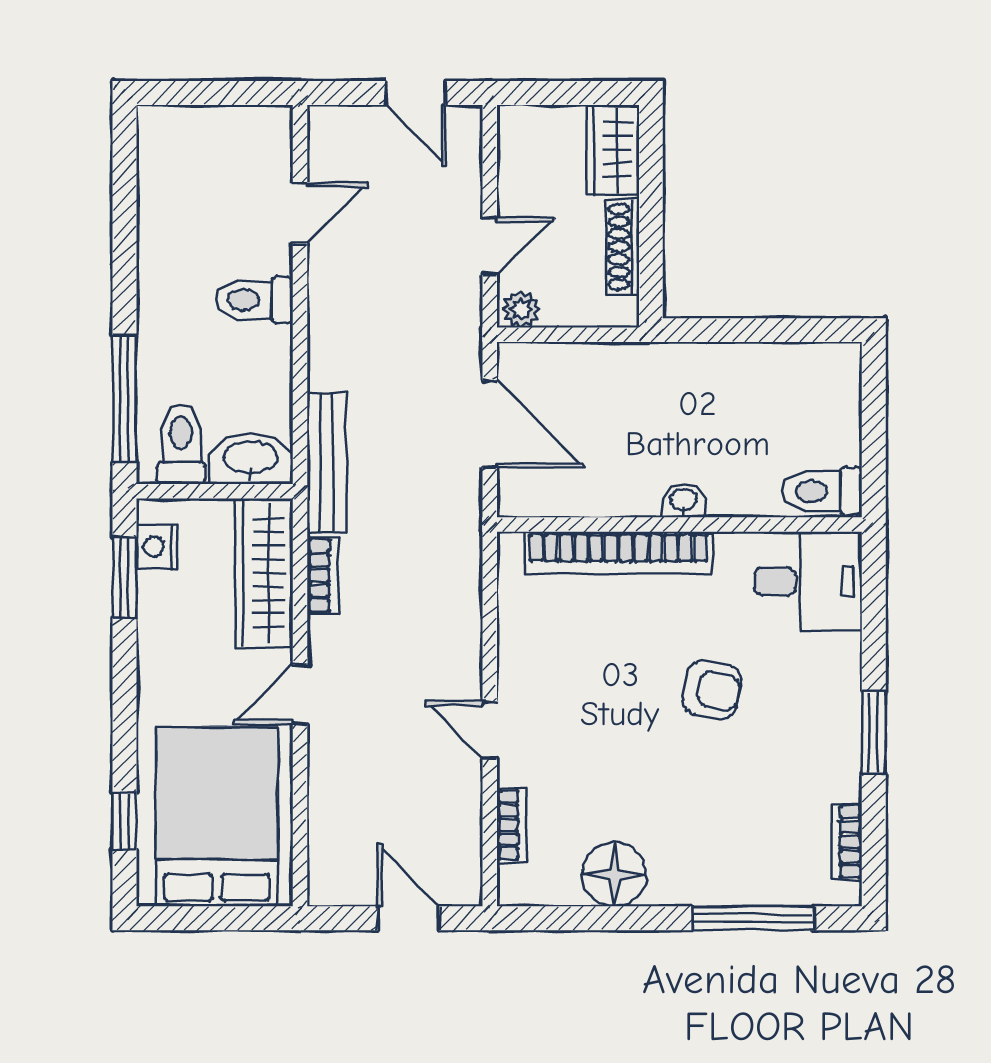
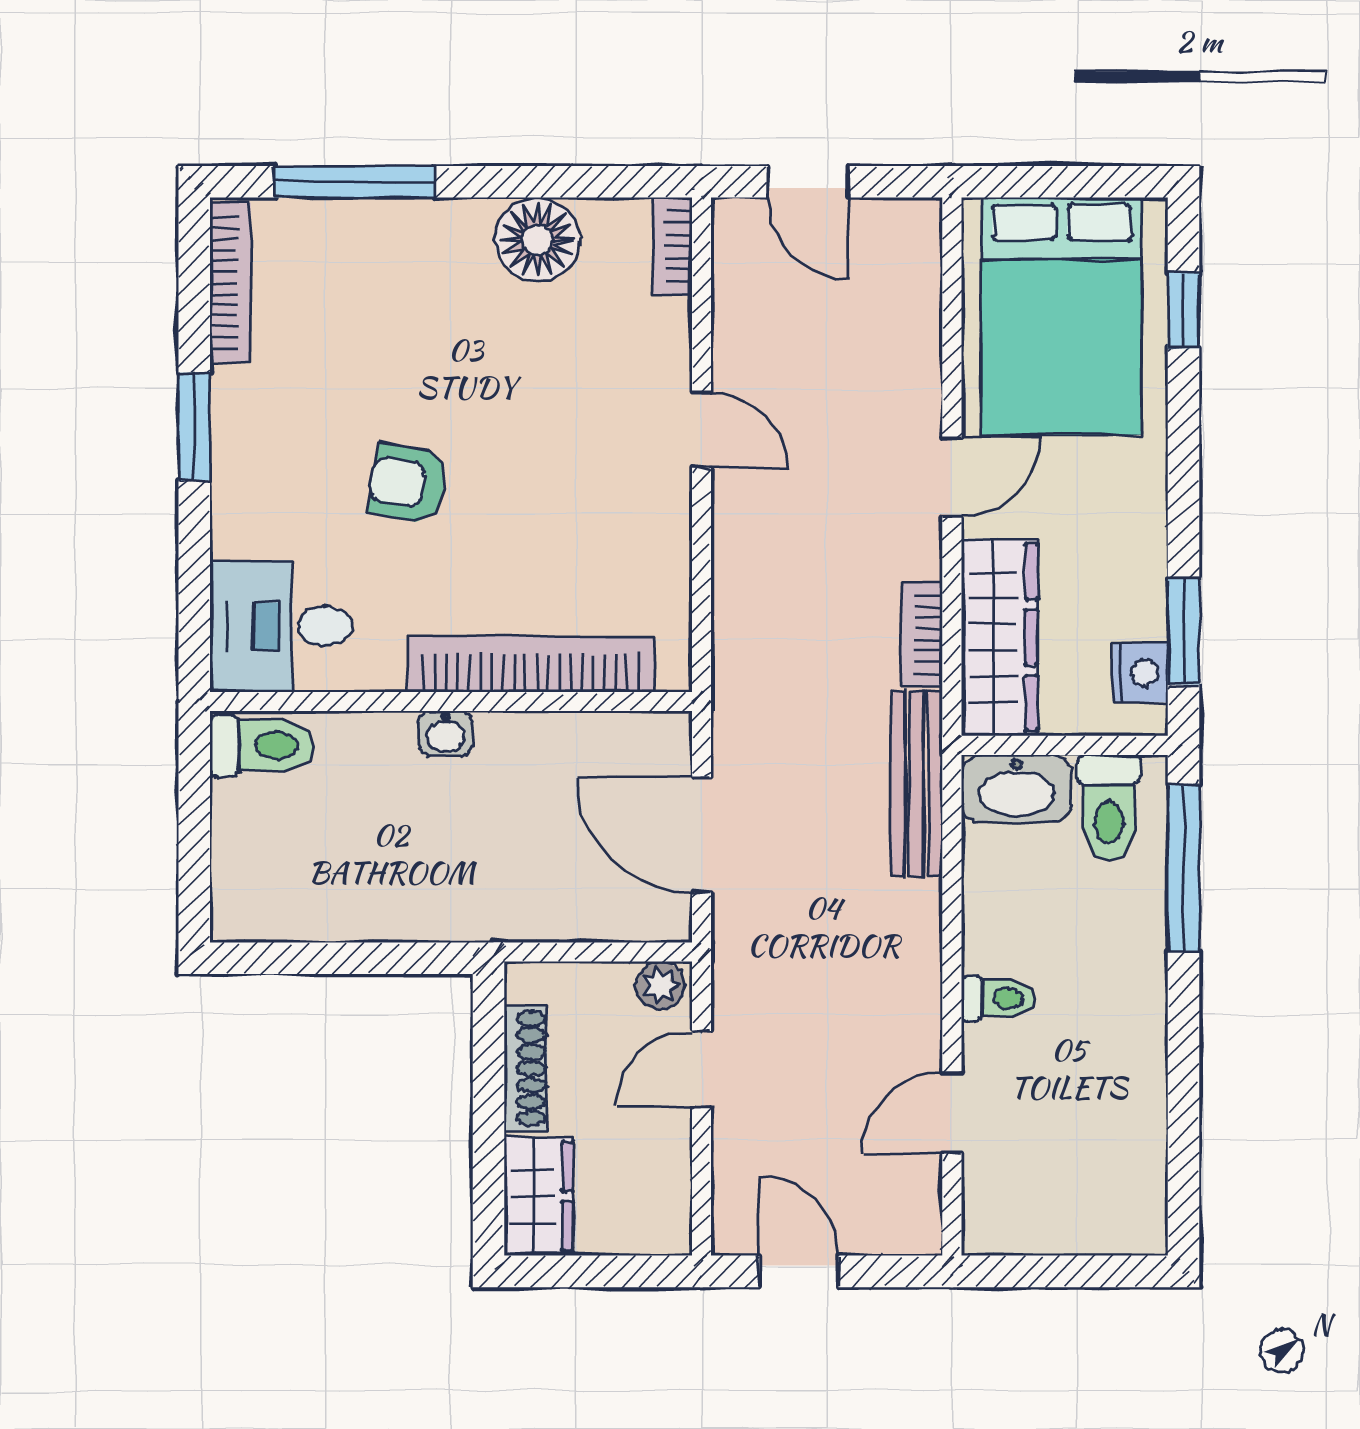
toilet: (254, 300) -> (998, 998), width x0.73, depth x0.72
bookcase: (512, 825) -> (672, 247), moved
bookcase: (846, 842) -> (230, 283), width x1.56

